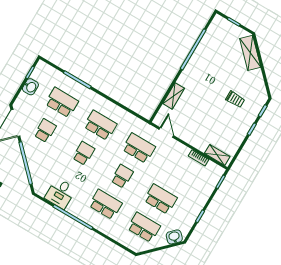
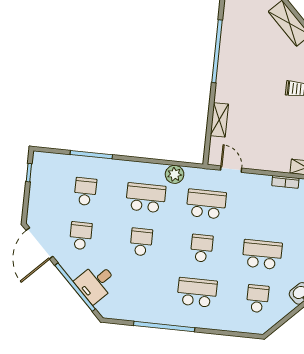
washbasin: (30, 87) -> (38, 190), removed
school desk: (62, 102) -> (85, 192), width x0.54
plant: (127, 119) -> (175, 174), added
desk: (60, 193) -> (96, 283), moved, turned 45
school desk: (144, 227) -> (258, 299), width x0.54

